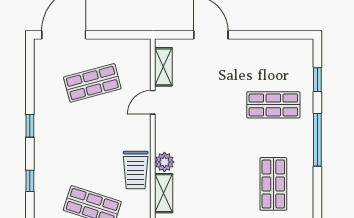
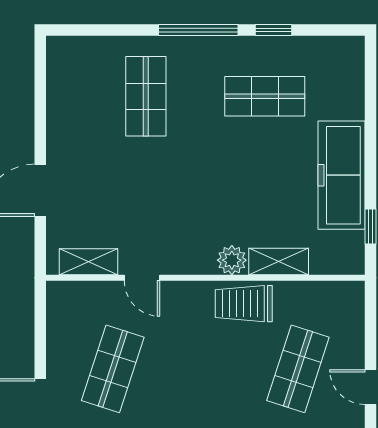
window: (317, 80) -> (273, 30), moved
shop shelf: (92, 83) -> (113, 369), turned 33
trolley: (136, 170) -> (244, 304), turned 180

